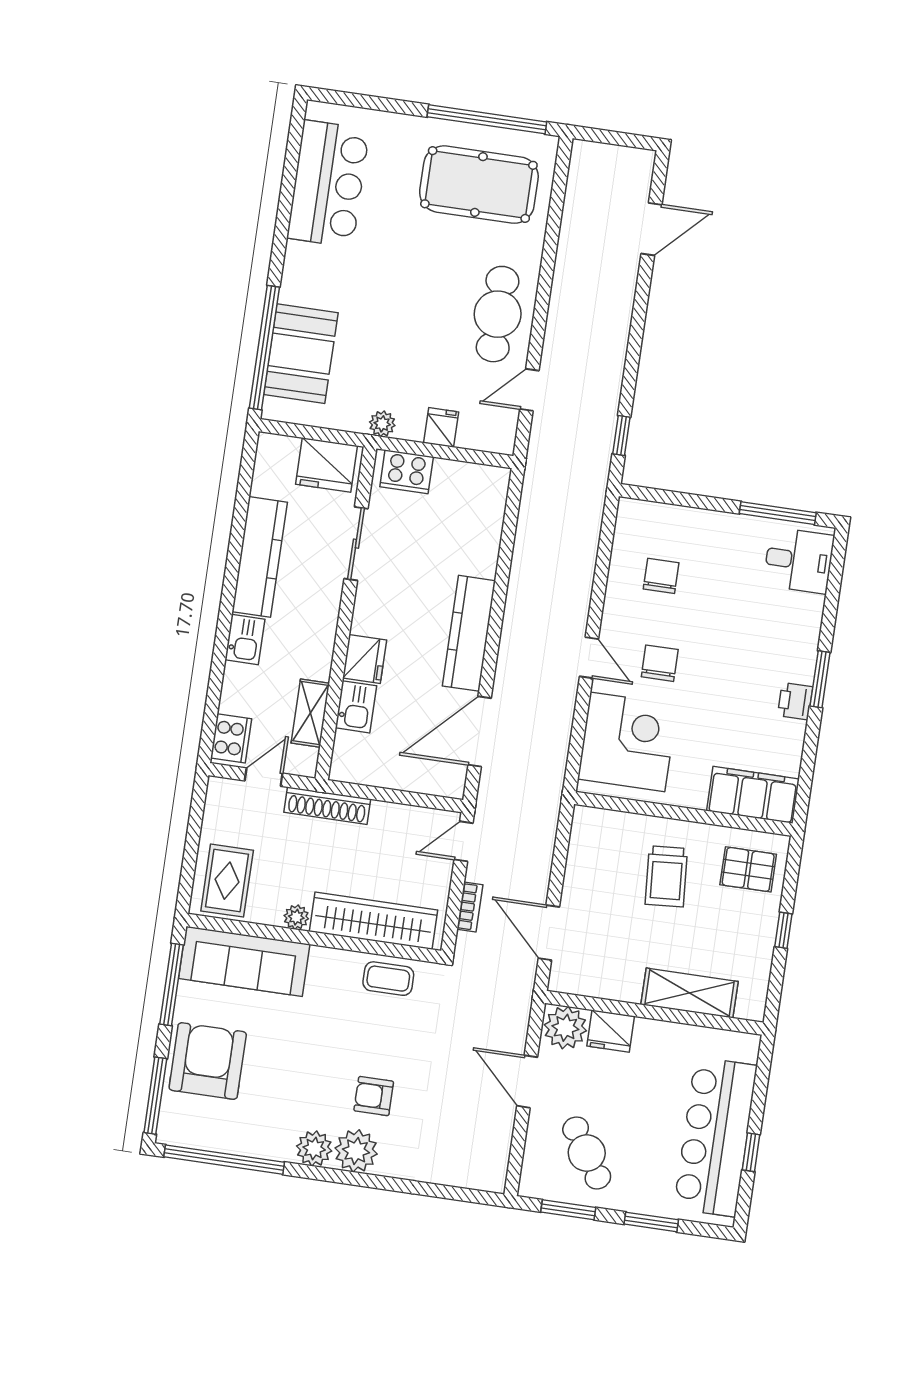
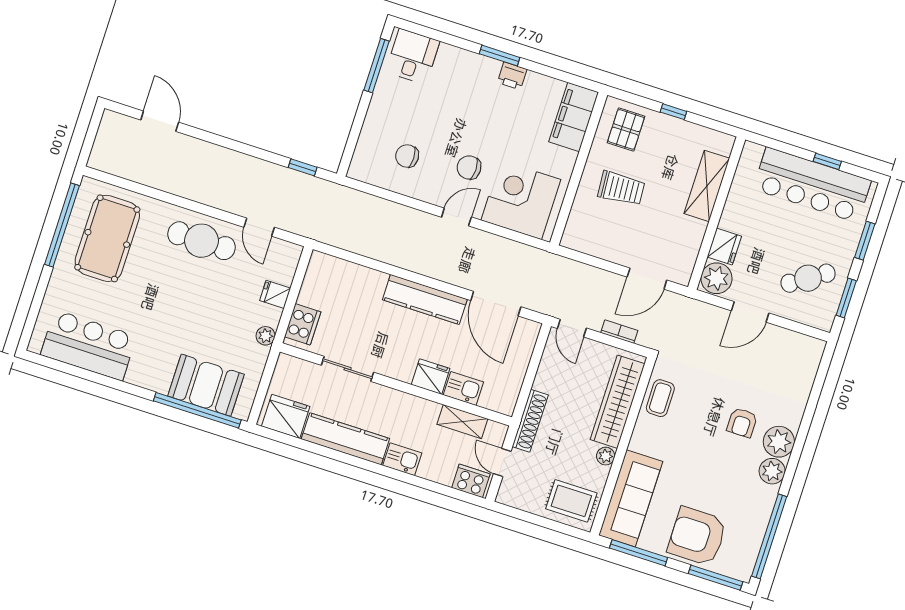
fridge: (327, 465) -> (286, 416), moved, turned -90

